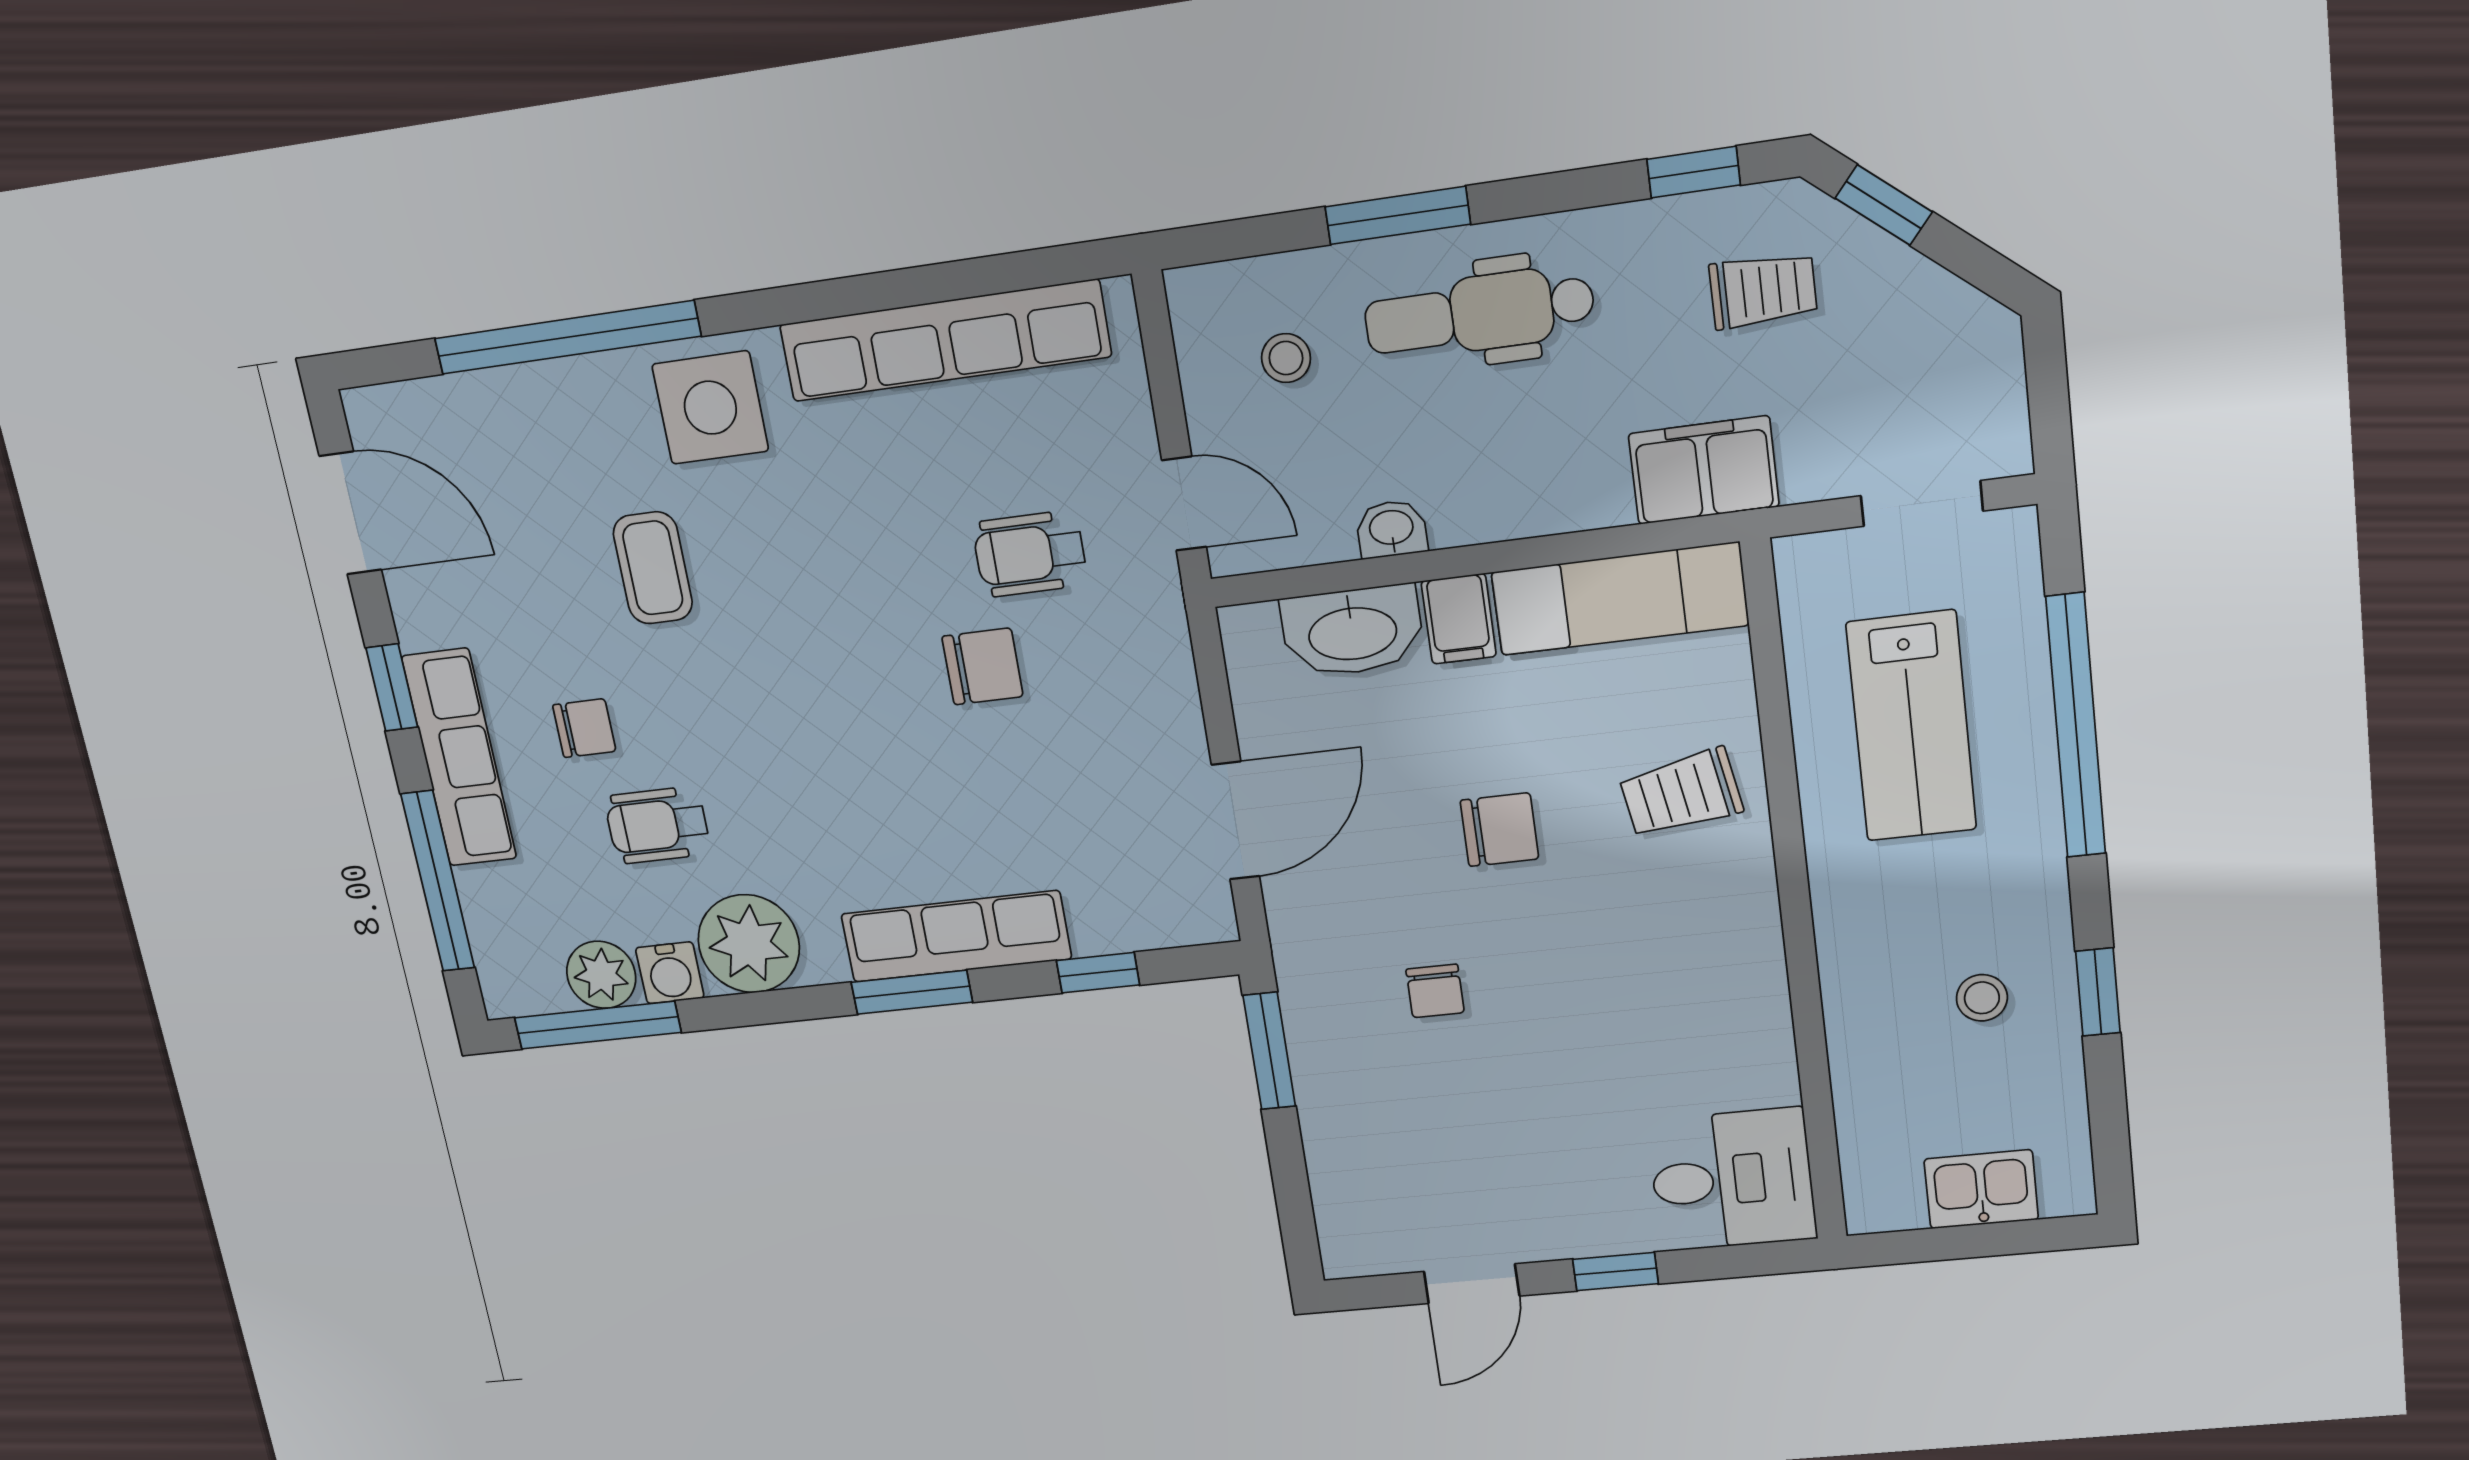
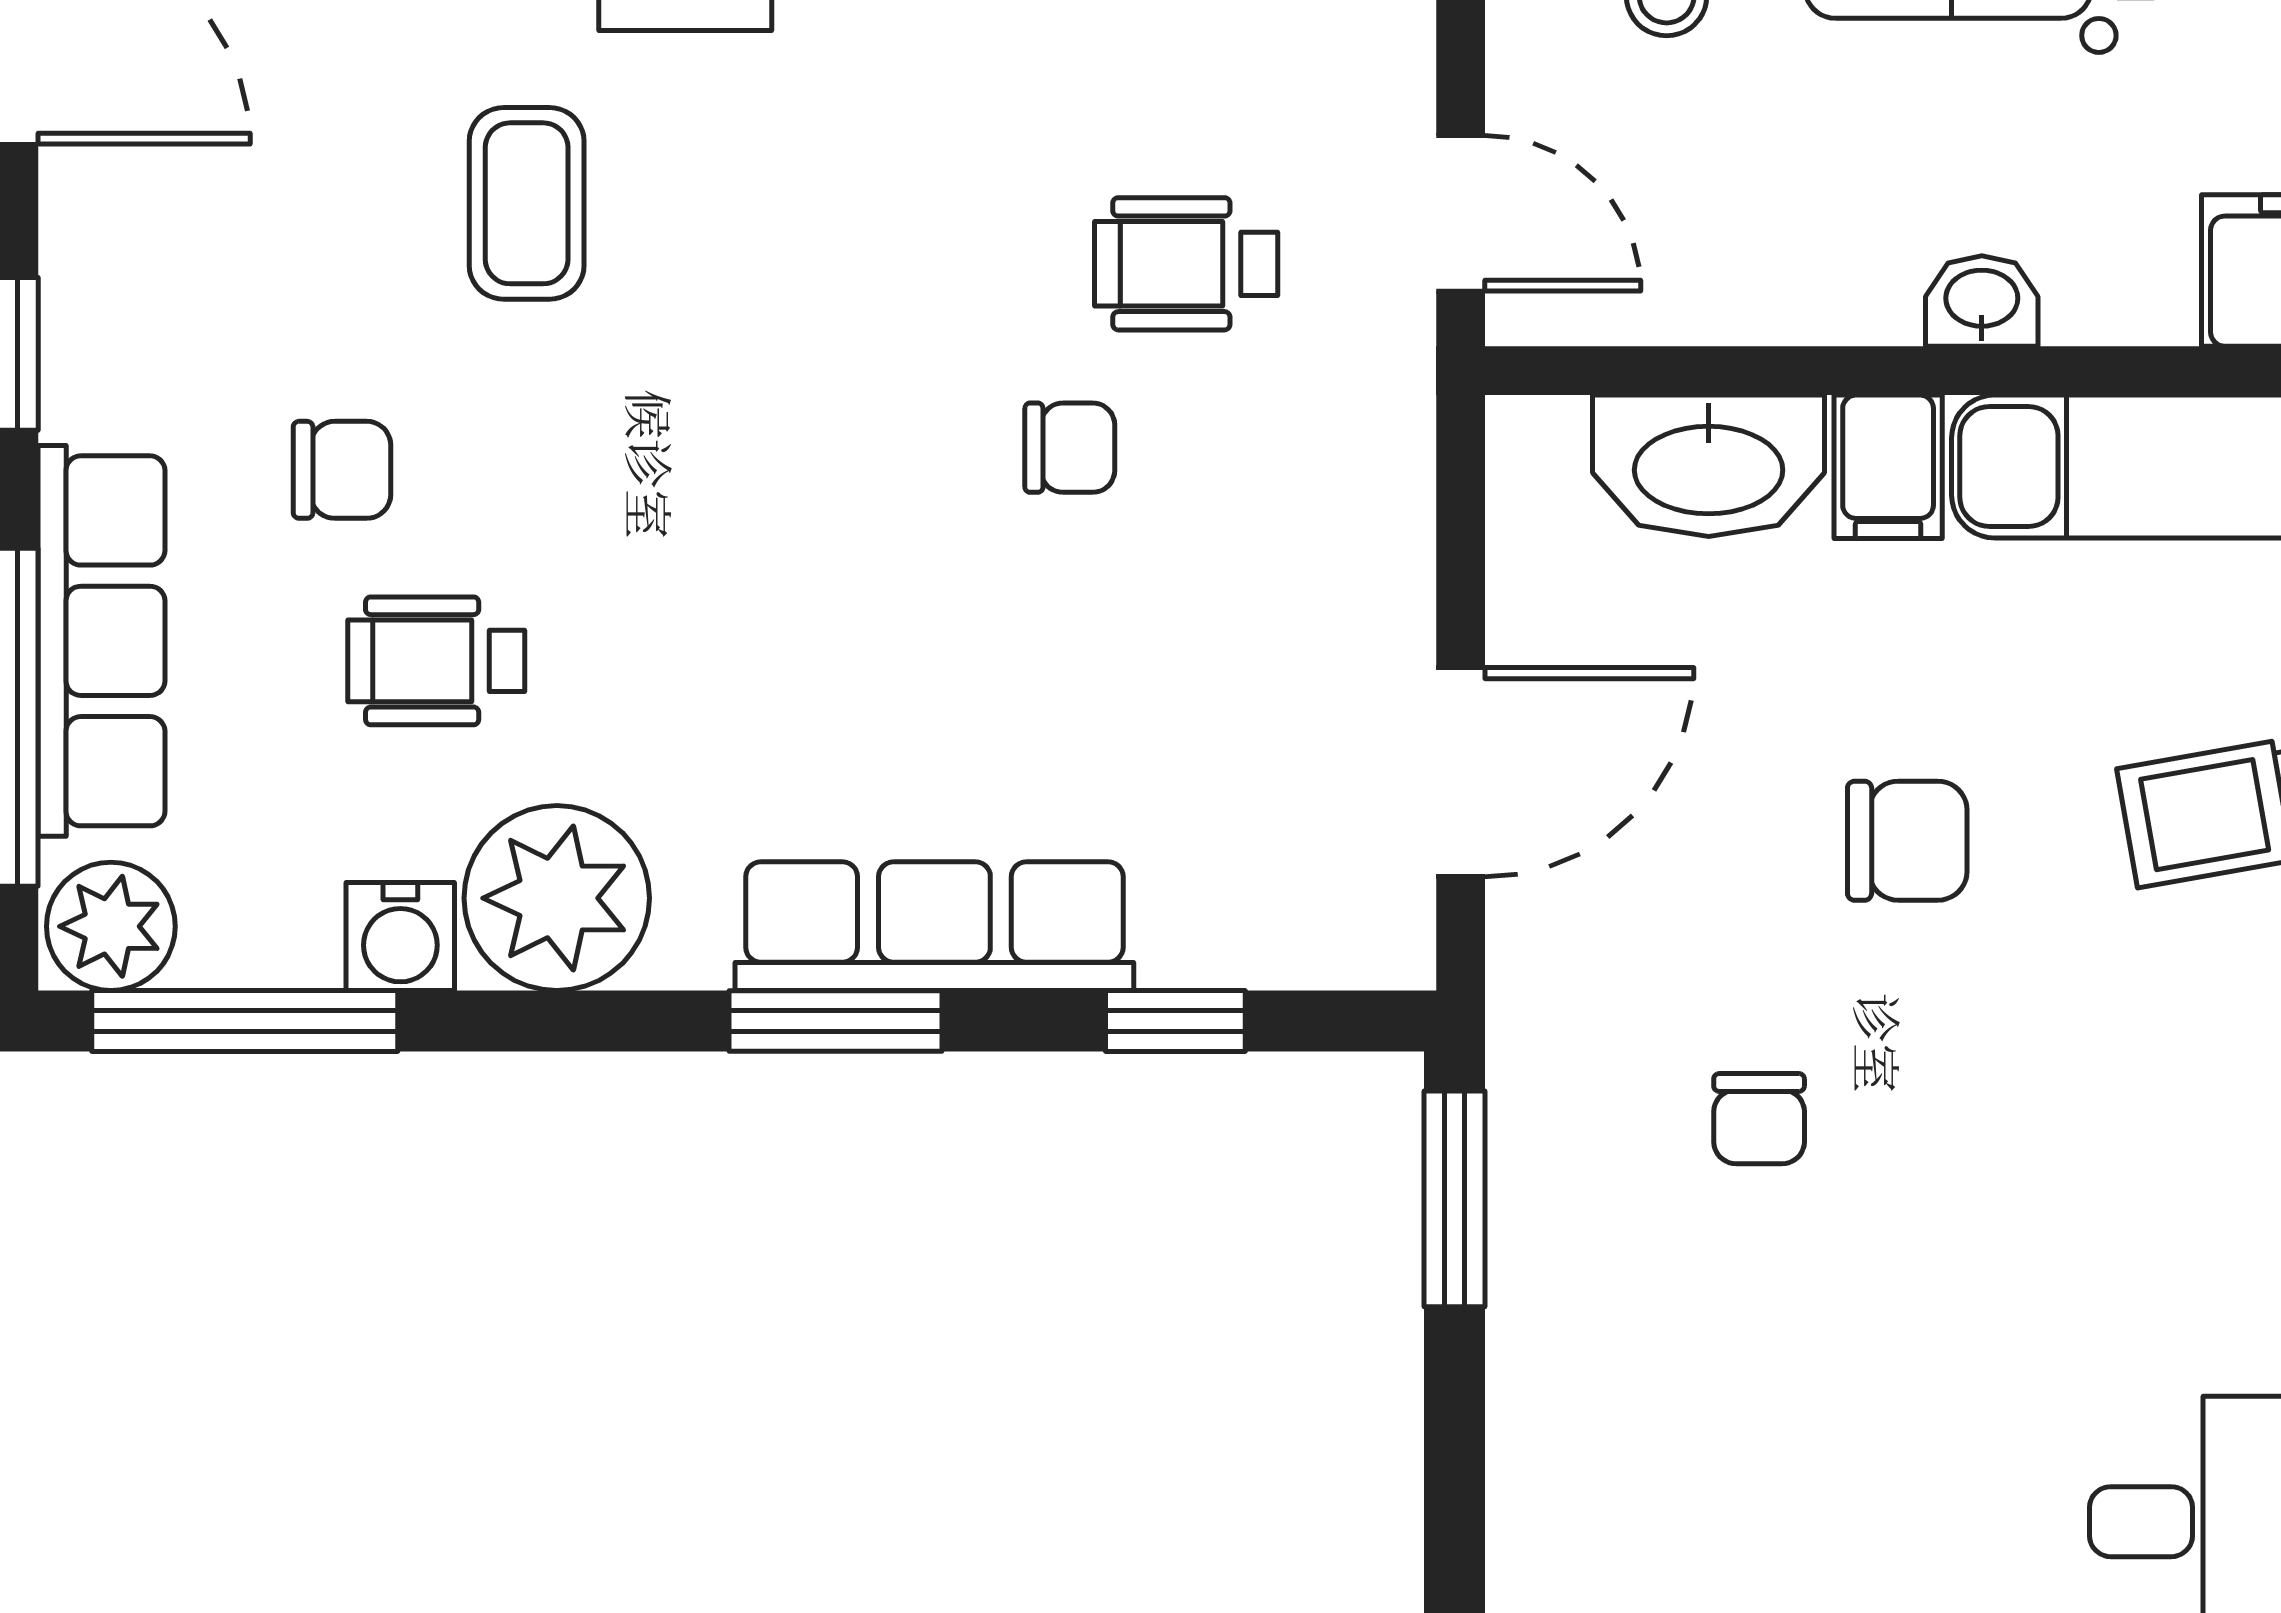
washbasin: (1391, 529) -> (1982, 301), moved
chair: (983, 666) -> (1070, 448), width x0.73, depth x0.73
row of seats: (459, 758) -> (102, 641), moved
plant: (601, 975) -> (111, 926), moved

